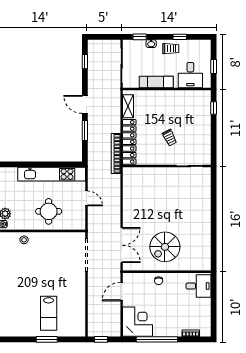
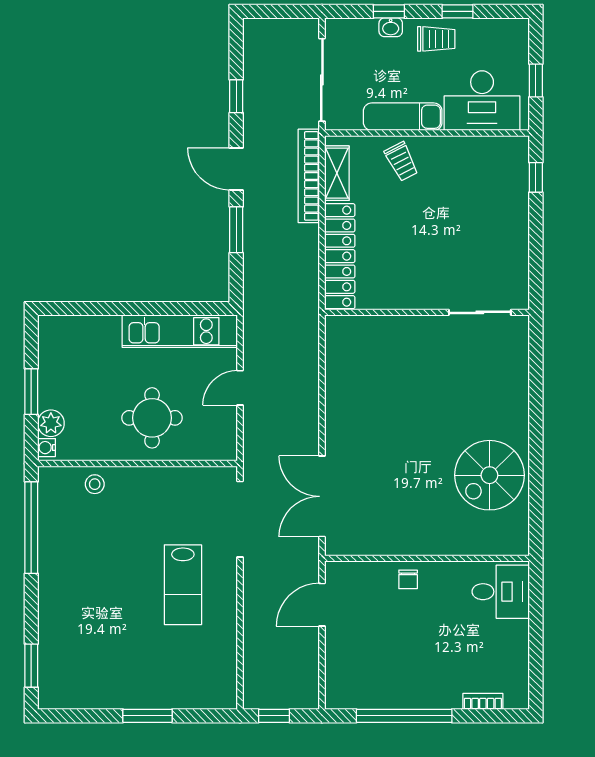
window: (140, 37) -> (389, 11), moved
window: (85, 62) -> (236, 96), moved
desk: (190, 75) -> (482, 101), width x1.37
trolley: (170, 138) -> (401, 161), moved
bookcase: (116, 153) -> (309, 176), moved
kitchen unit: (52, 174) -> (180, 331), width x0.73
door: (86, 198) -> (240, 388), swing flipped
double door: (122, 245) -> (322, 496), swing flipped
spiral stairs: (165, 247) -> (489, 475), moved
lab bench: (49, 313) -> (183, 585), moved
corner desk: (138, 322) -> (359, 674), removed

